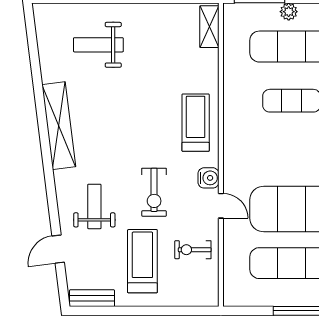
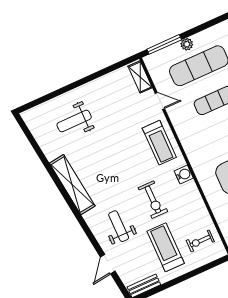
treadmill: (196, 123) -> (159, 143), turned 180
door: (221, 206) -> (160, 101), moved
exercise bike: (193, 250) -> (200, 241), moved

